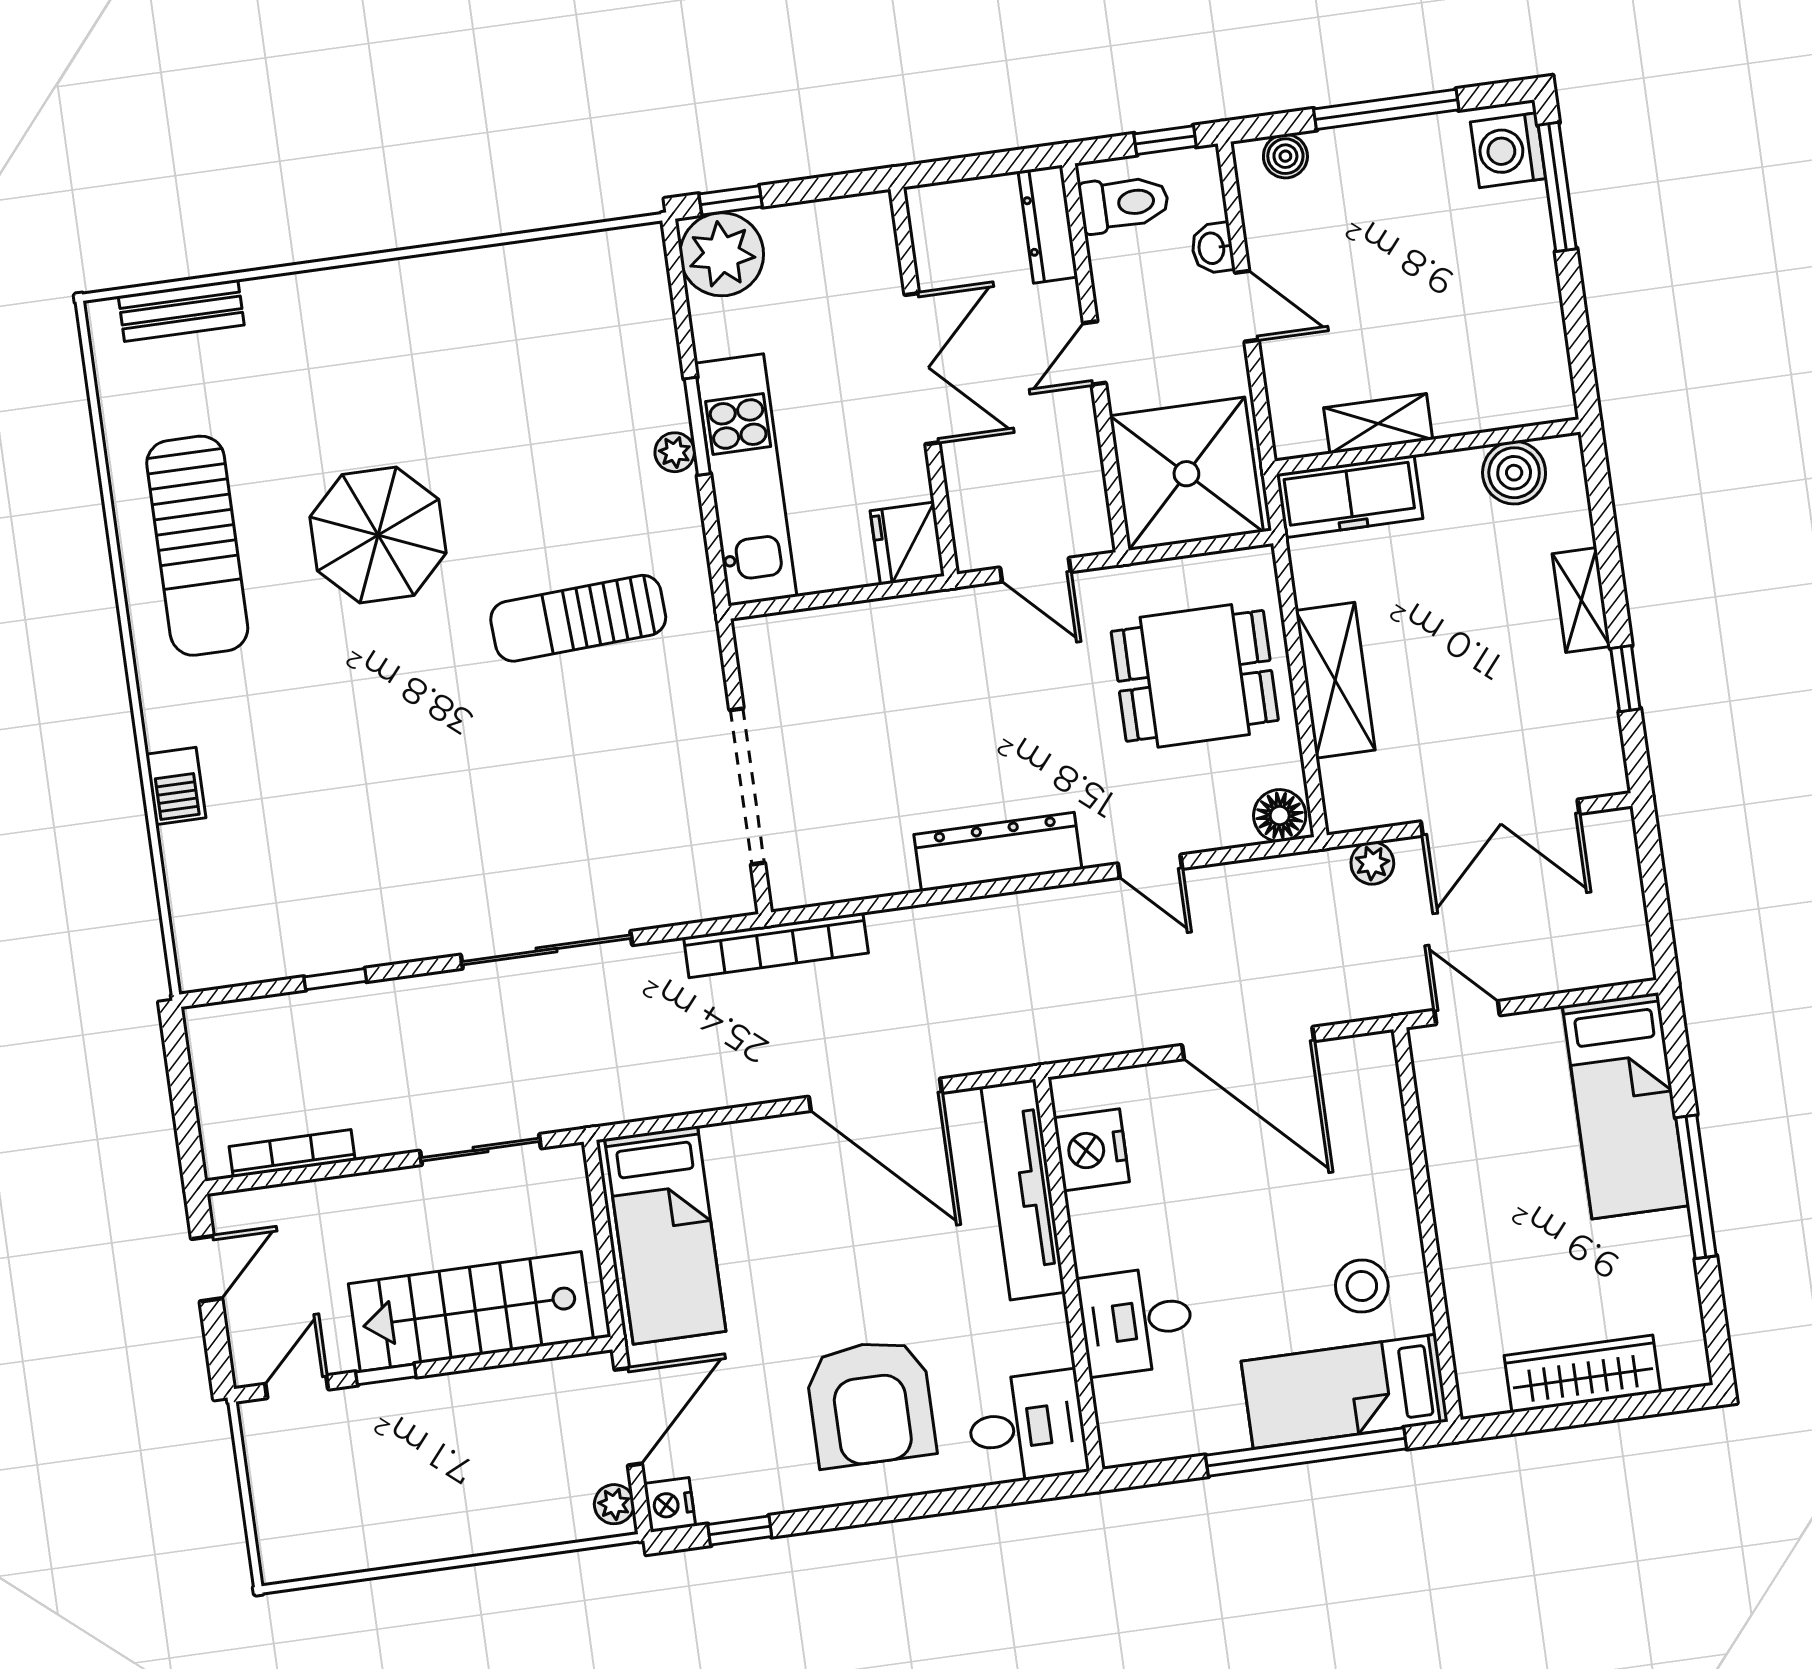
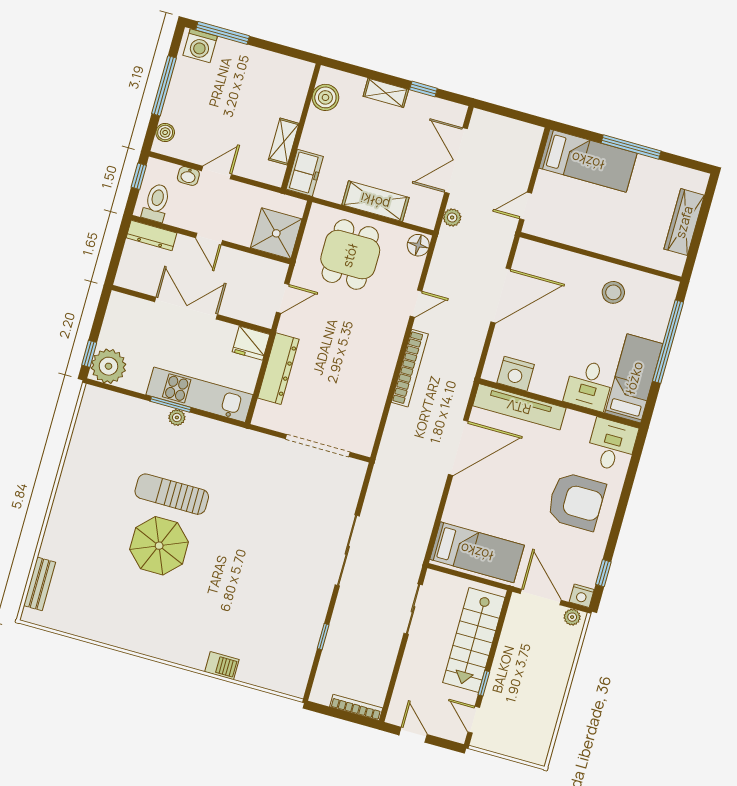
shower: (1186, 474) -> (276, 233), width x0.73, depth x0.73
freezer: (1350, 496) -> (305, 173), width x0.71
sun lounger: (197, 546) -> (133, 617), removed
sun lounger: (578, 618) -> (172, 494), moved, turned 93
double door: (1500, 818) -> (456, 161), swing flipped
dresser: (998, 852) -> (278, 369), moved, turned 180
bookcase: (776, 945) -> (410, 368), moved
bookcase: (292, 1153) -> (356, 707), moved, turned 90
bed: (1345, 1391) -> (634, 378), moved, turned 180

